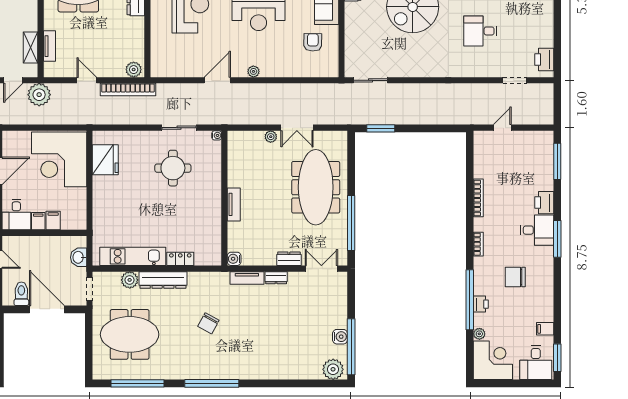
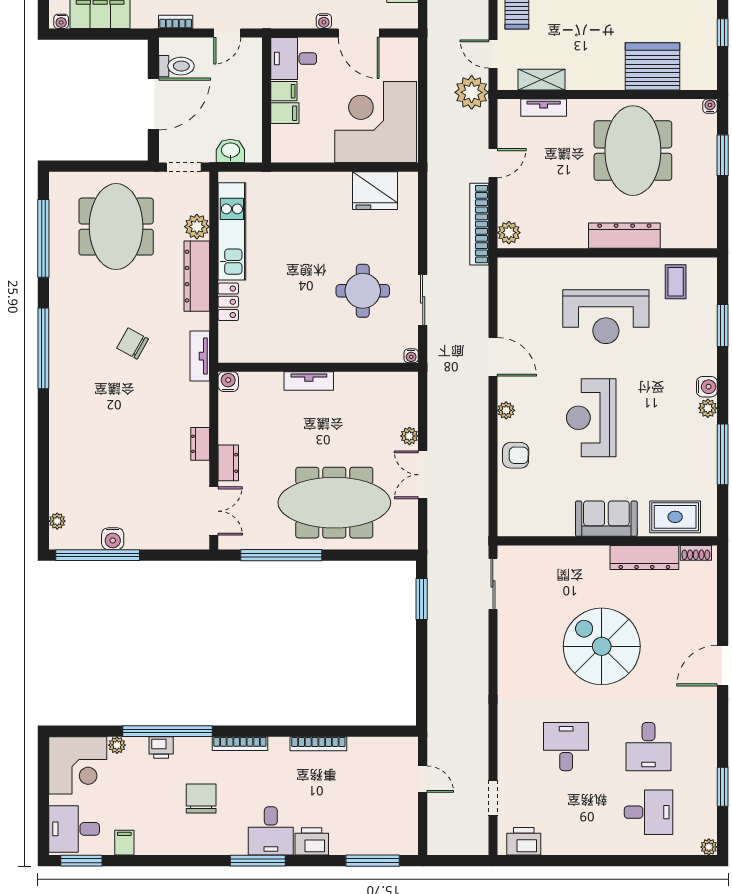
armchair: (313, 42) -> (516, 455), moved
bookcase: (478, 244) -> (240, 744), width x1.56
tv unit: (247, 278) -> (200, 356), moved
plant: (333, 369) -> (57, 521), width x0.53, depth x0.53

